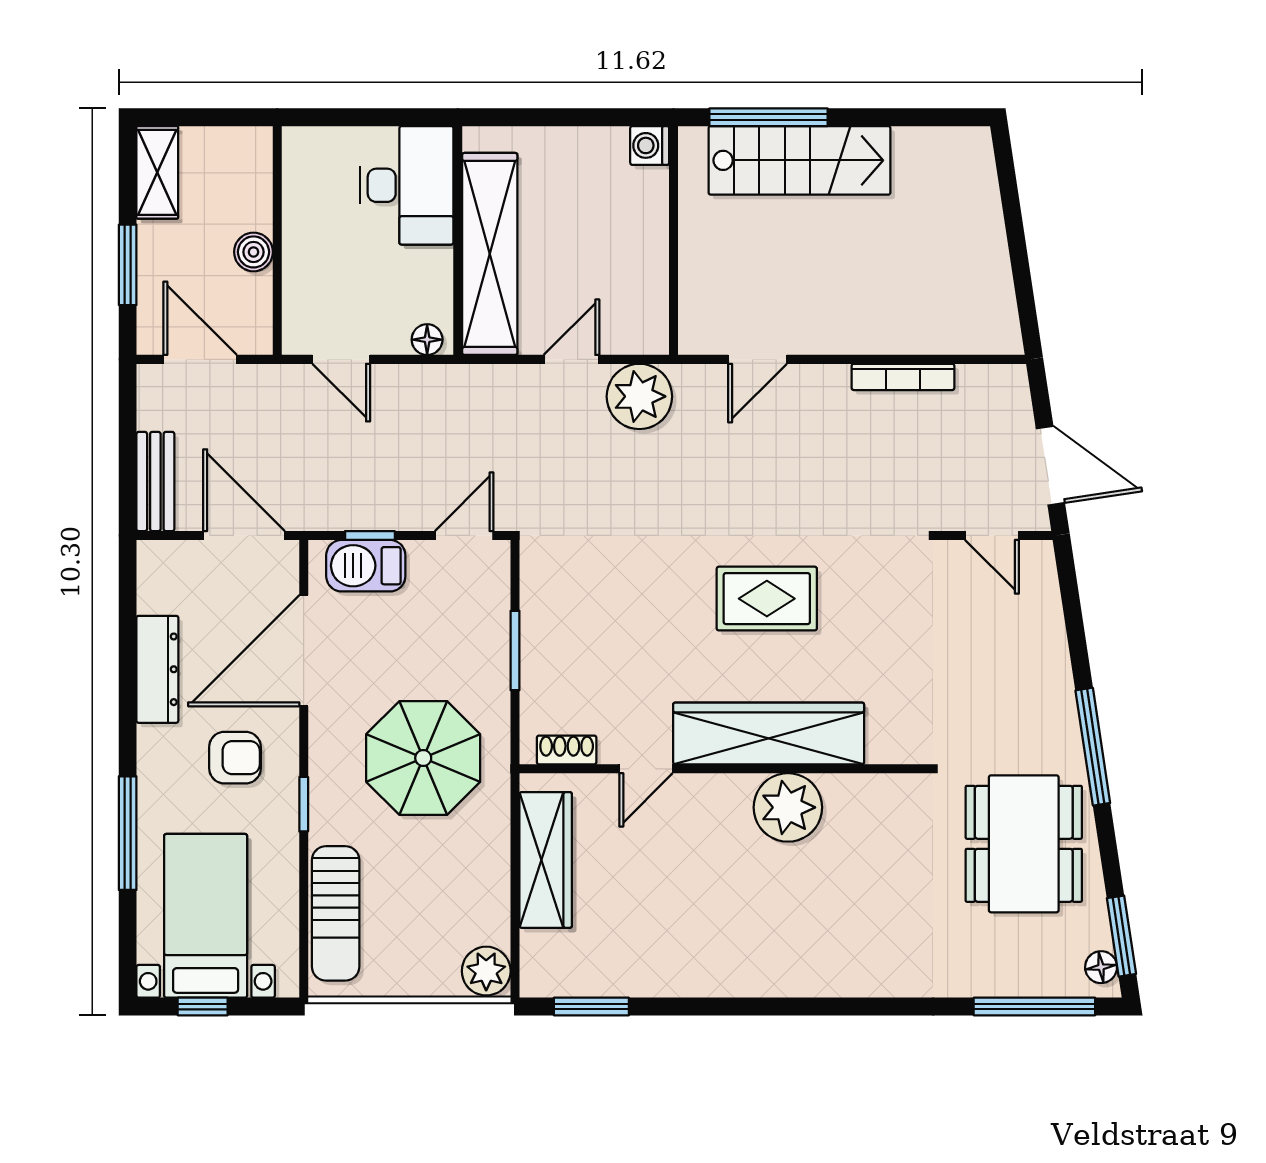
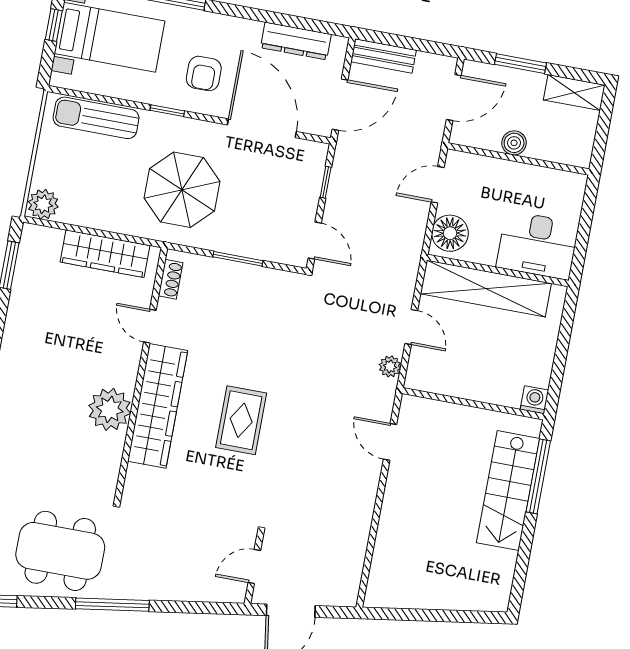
floor lamp: (427, 340) -> (450, 233), width x1.89, depth x1.89
bookcase: (903, 377) -> (362, 530), removed
plant: (639, 396) -> (390, 366), width x0.53, depth x0.53
barbecue: (366, 566) -> (307, 176), removed
dresser: (157, 669) -> (296, 41), moved

